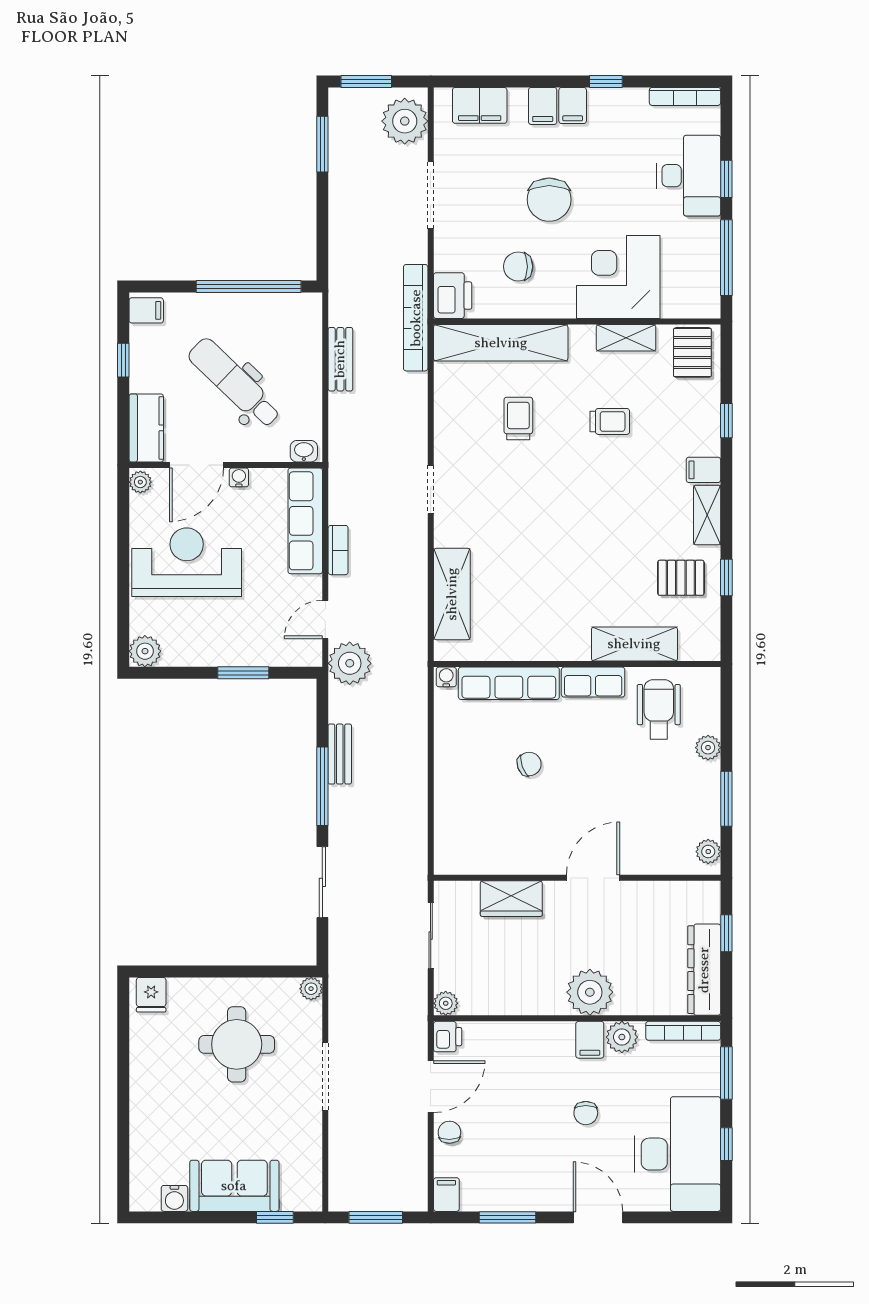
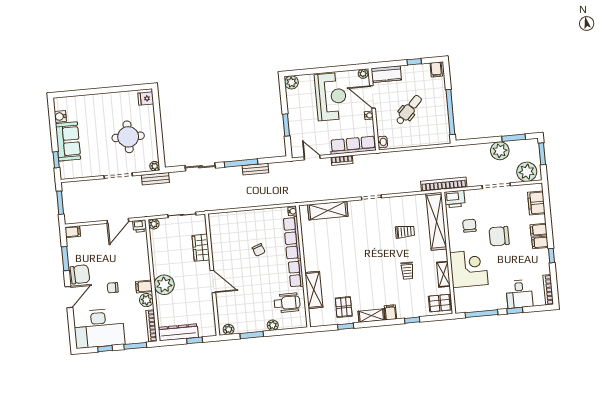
desk: (689, 176) -> (519, 294), width x0.73
bench: (340, 359) -> (155, 179), moved
dental chair: (235, 383) -> (409, 110), width x0.73, depth x0.72
plant: (350, 663) -> (500, 151), moved
door: (431, 1087) -> (118, 221), hinge flipped
chair: (449, 1132) -> (80, 274), moved, width x1.87, depth x1.87

